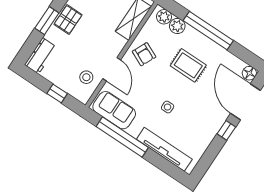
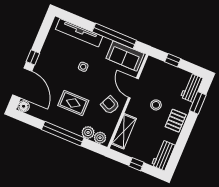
window: (47, 21) -> (198, 103), moved
stool: (86, 77) -> (156, 105), moved

